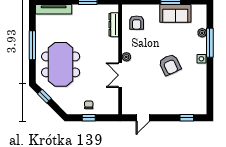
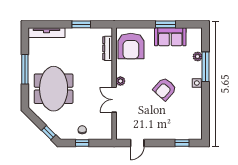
armchair: (137, 23) -> (131, 46), width x1.88, depth x1.88
armchair: (170, 65) -> (165, 89), turned 67
window: (44, 96) -> (49, 133), moved

